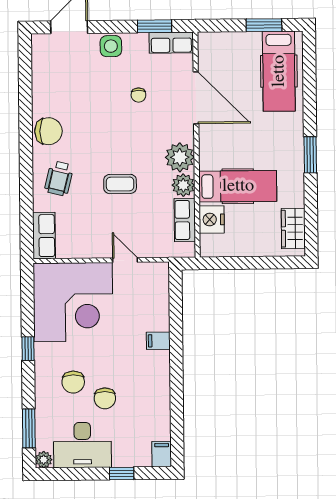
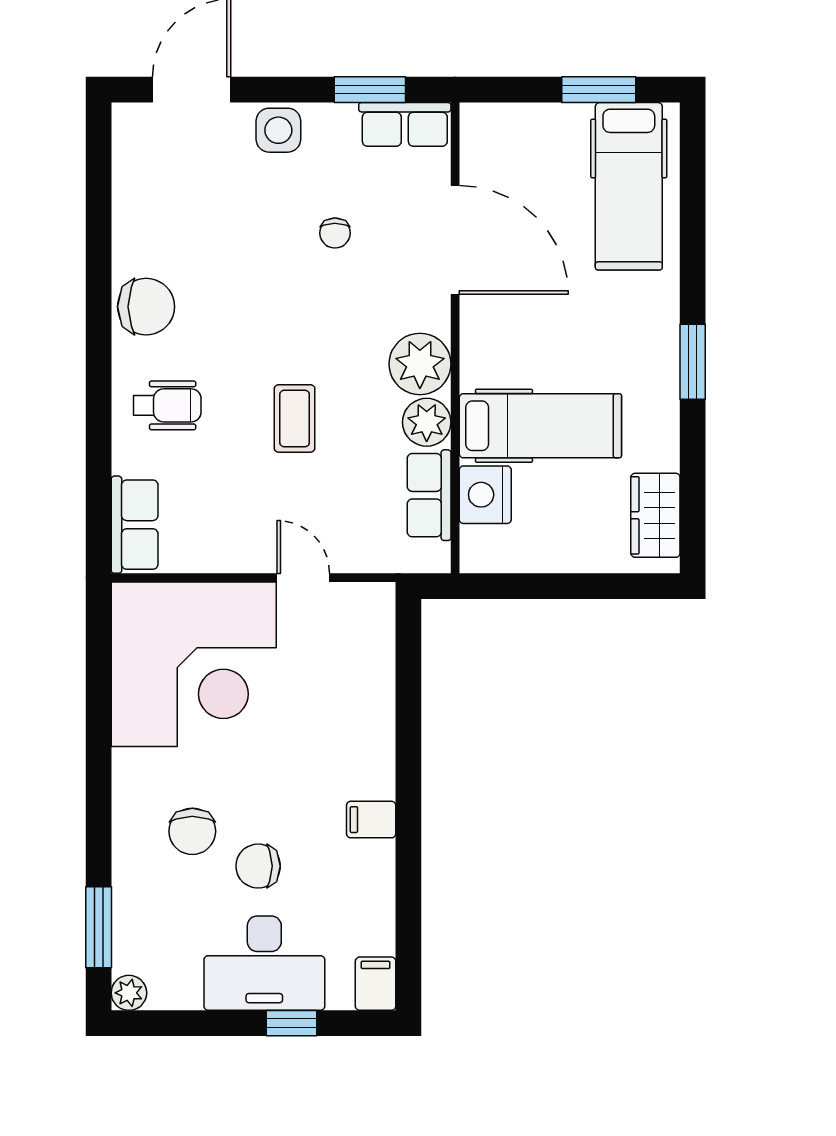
wheelchair: (59, 178) -> (167, 405), turned -104
coffee table: (120, 184) -> (295, 418), turned 90
filing cabinet: (158, 341) -> (371, 820), moved
window: (28, 349) -> (99, 760), removed
chair: (105, 398) -> (258, 866), turned 90
desk: (82, 445) -> (264, 963), moved

